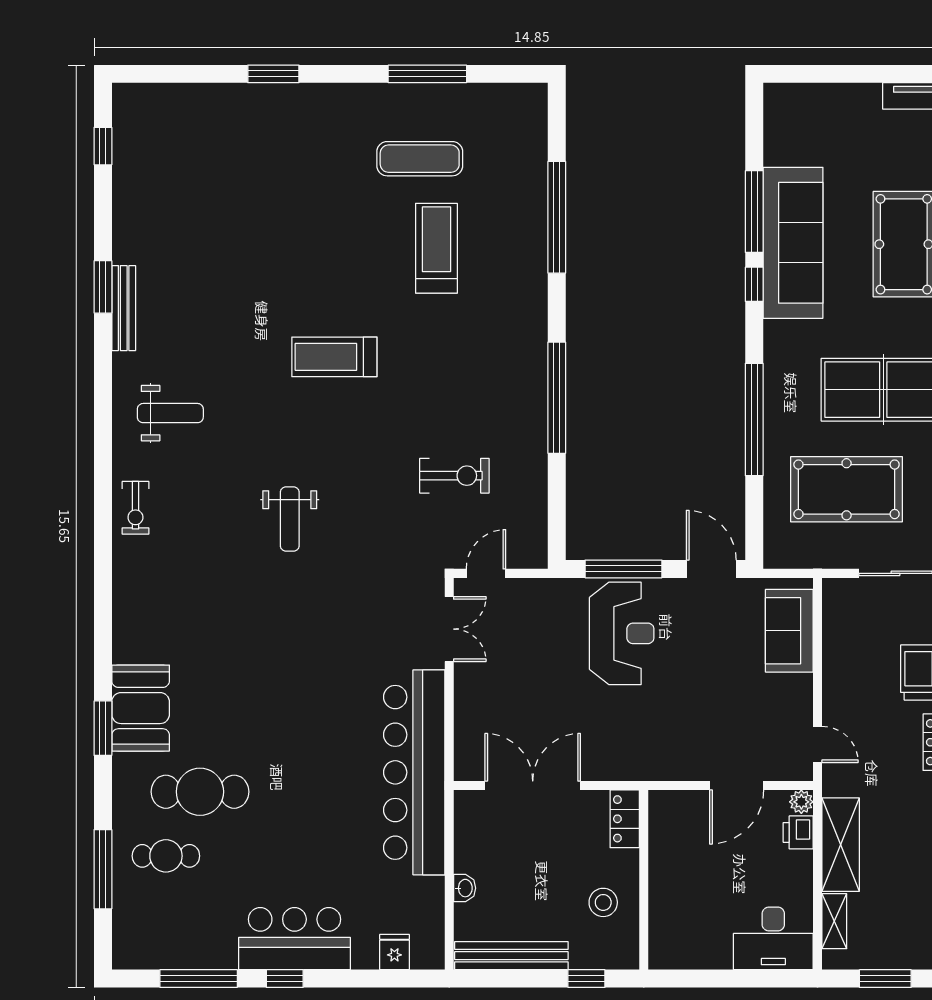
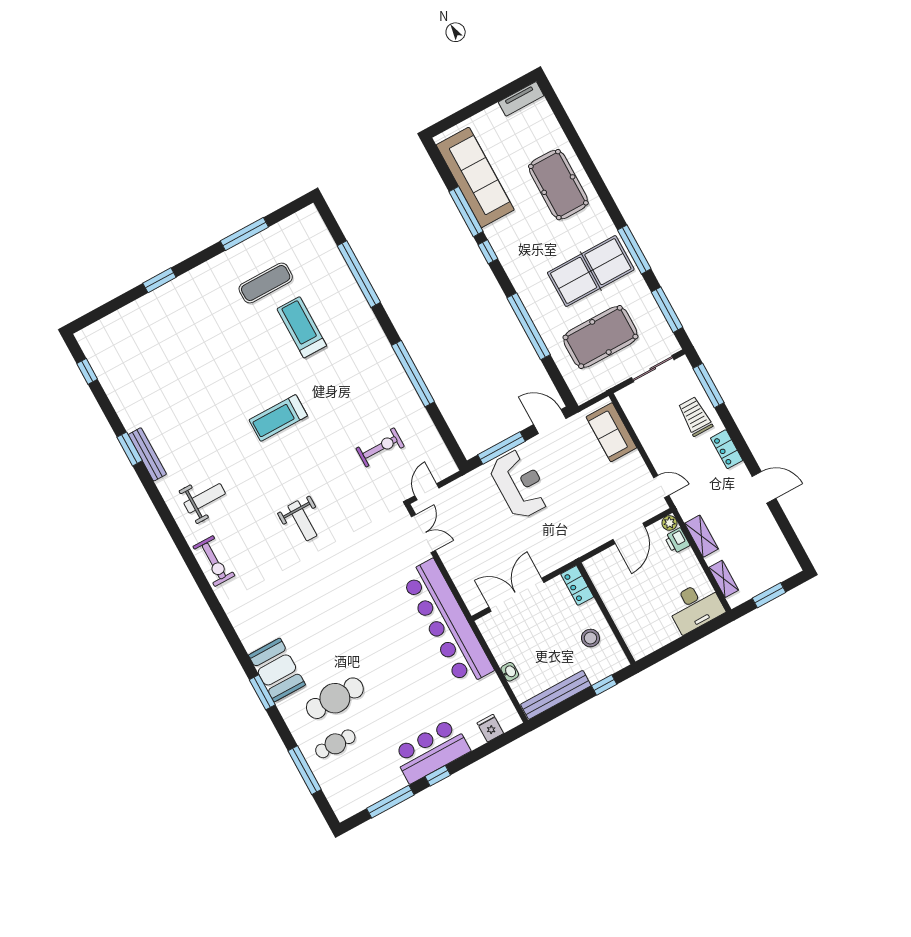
sofa: (793, 243) -> (475, 177), moved
exercise bike: (135, 508) -> (214, 561), width x1.38, depth x1.39
shelving: (841, 845) -> (701, 536), width x0.67, depth x0.75

